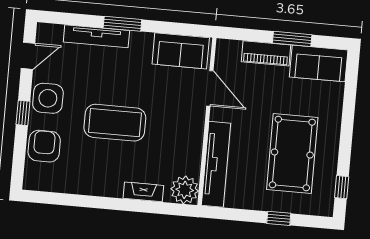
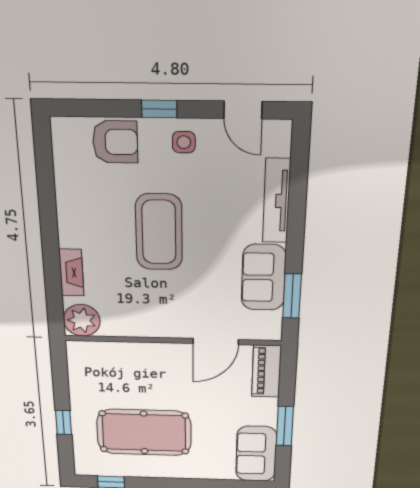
window: (122, 24) -> (292, 296), moved
sofa: (181, 51) -> (264, 277), moved
piano: (266, 53) -> (266, 371), moved
side table: (48, 98) -> (184, 142), width x0.54, depth x0.54
tv unit: (216, 164) -> (120, 353), removed

